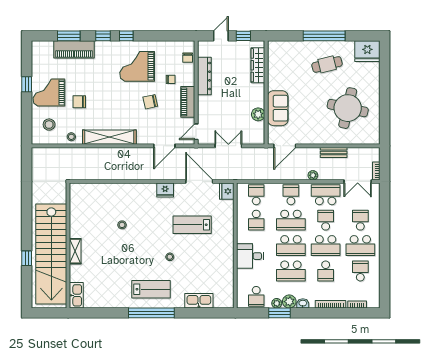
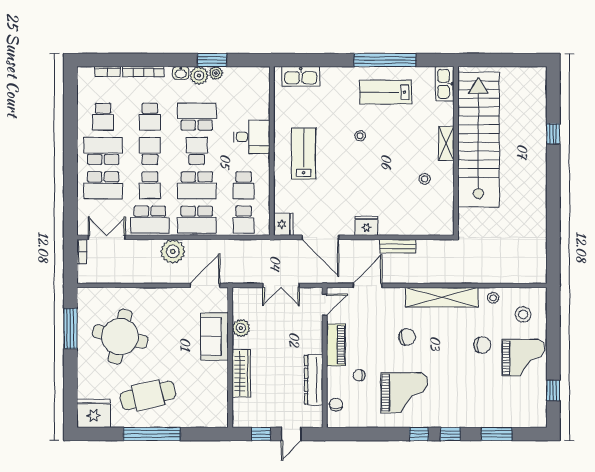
piano: (74, 49) -> (489, 416), removed
cafe table: (327, 64) -> (148, 395), width x1.37, depth x1.35
wardrobe: (258, 65) -> (241, 373), moved
window: (27, 84) -> (553, 390), moved
chair: (150, 102) -> (407, 337), moved
window: (385, 114) -> (70, 329), added
bench: (334, 152) -> (398, 246), moved
plant: (313, 175) -> (173, 251), width x1.88, depth x1.88
school desk: (291, 195) -> (197, 220), width x1.85
school desk: (256, 220) -> (244, 185), turned 180
school desk: (291, 220) -> (197, 185), turned 180
school desk: (360, 220) -> (103, 185), width x1.85
lab bench: (192, 225) -> (304, 154), moved, turned -90
wall: (68, 246) -> (456, 151), moved
school desk: (291, 246) -> (197, 151), width x0.54
school desk: (326, 246) -> (150, 151), width x0.54
shelving: (75, 251) -> (446, 143), moved
stairs: (51, 254) -> (478, 140), moved
school desk: (326, 271) -> (150, 117), turned 180
kitchen sink: (76, 295) -> (445, 84), moved
school desk: (256, 296) -> (244, 82), removed
kitchen sink: (199, 301) -> (301, 76), moved

